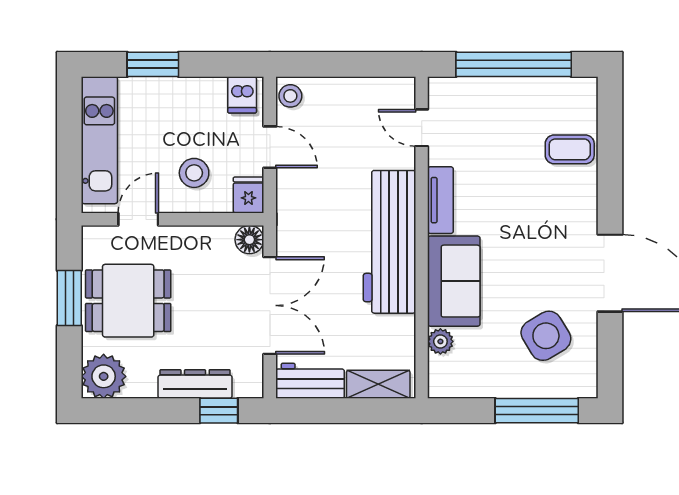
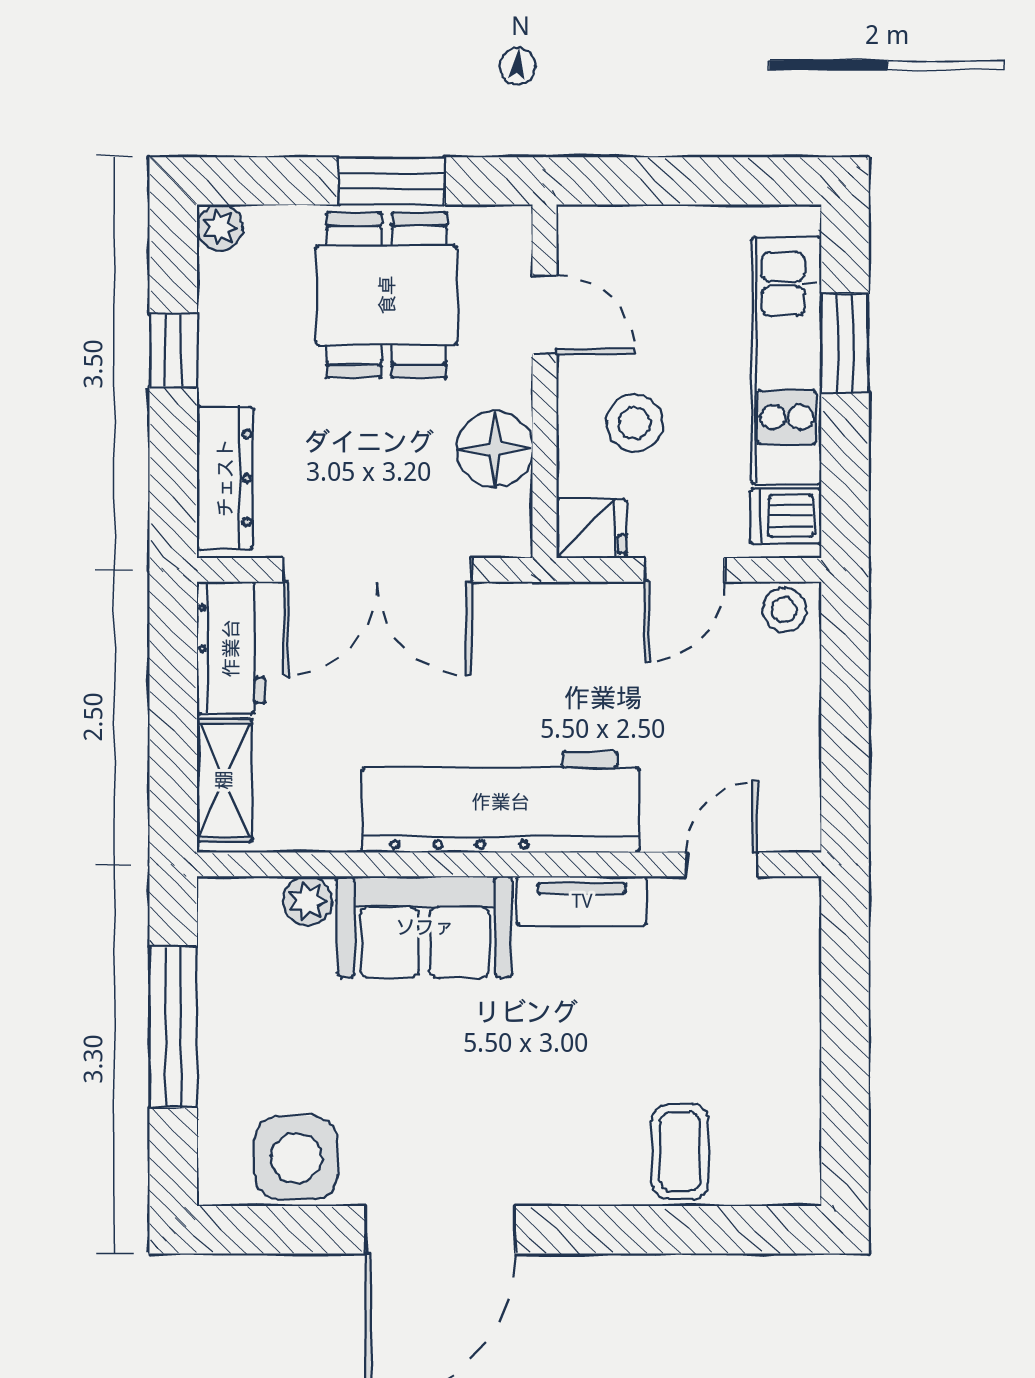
window: (514, 64) -> (845, 1043), removed
kitchen unit: (99, 140) -> (787, 360), moved, turned 90
floor lamp: (249, 240) -> (495, 449), moved, width x1.38, depth x1.38
side table: (546, 336) -> (296, 1158), moved, turned 31
plant: (104, 376) -> (220, 227), width x0.53, depth x0.53
dresser: (195, 384) -> (225, 478), moved
window: (219, 411) -> (173, 351), moved
window: (537, 411) -> (173, 1027), moved

